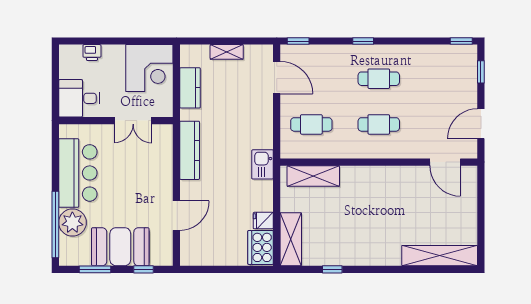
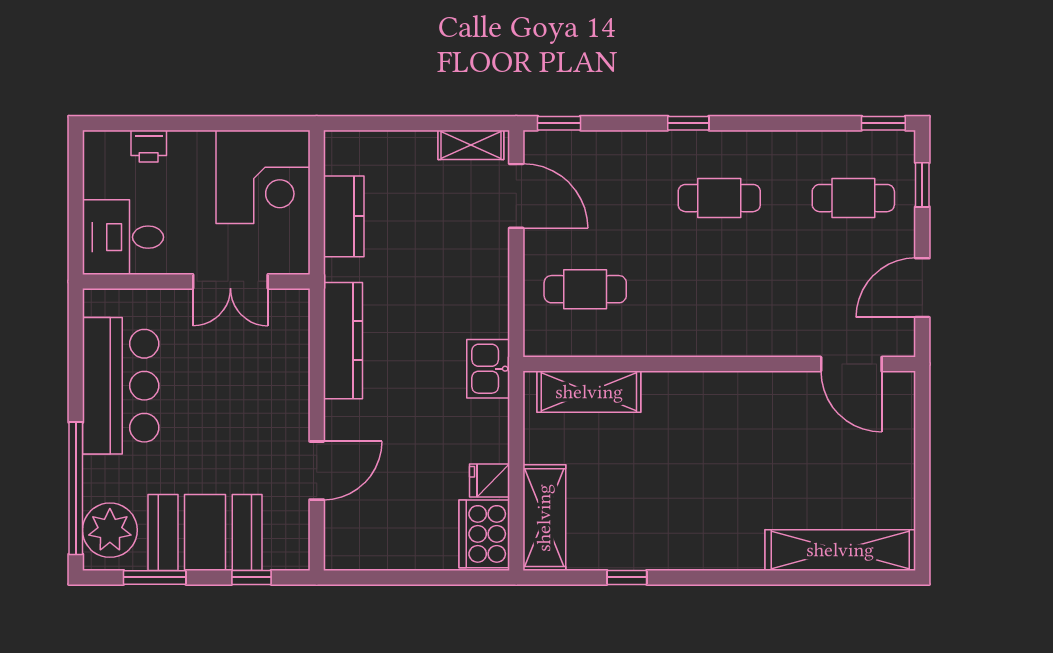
shelving: (227, 52) -> (471, 145), moved
cafe table: (379, 124) -> (853, 198), moved
plant: (72, 222) -> (110, 530), moved

